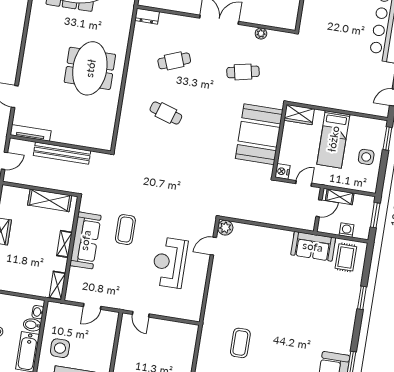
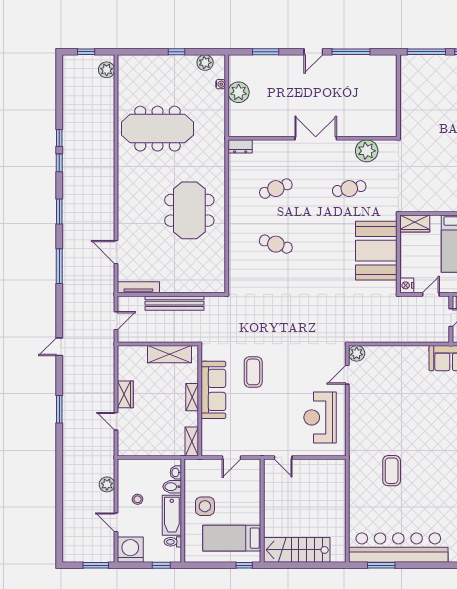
plant: (261, 34) -> (367, 151), width x1.88, depth x1.88
reception desk: (170, 262) -> (320, 417), moved

